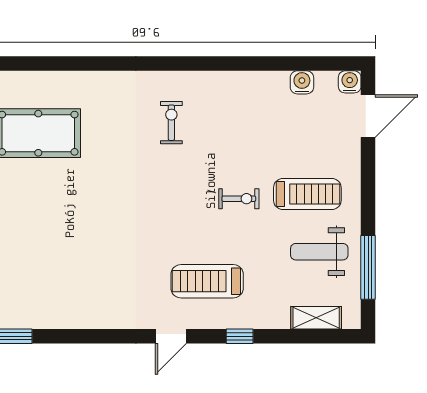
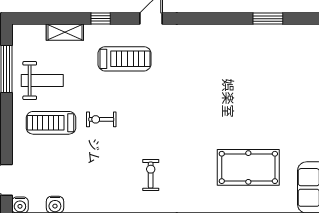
exercise bike: (171, 123) -> (151, 175), turned 180
shelving: (316, 318) -> (65, 32), moved

